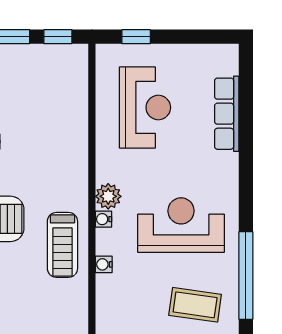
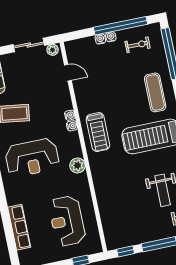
water cooler: (103, 219) -> (70, 115), moved
treadmill: (62, 245) -> (98, 132), turned 180

